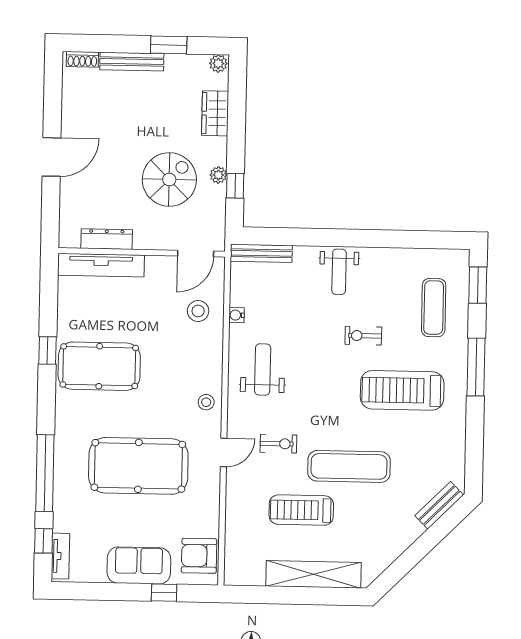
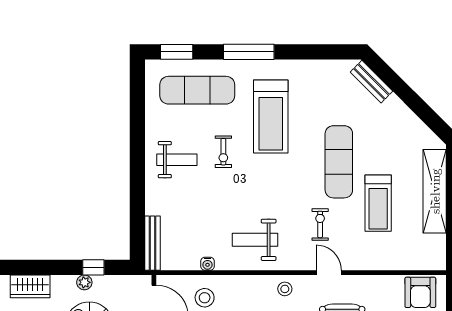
weight bench: (339, 272) -> (177, 160), moved
exercise mat: (434, 308) -> (197, 90), width x1.36, depth x1.45

